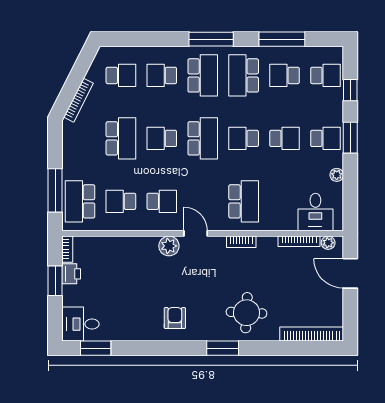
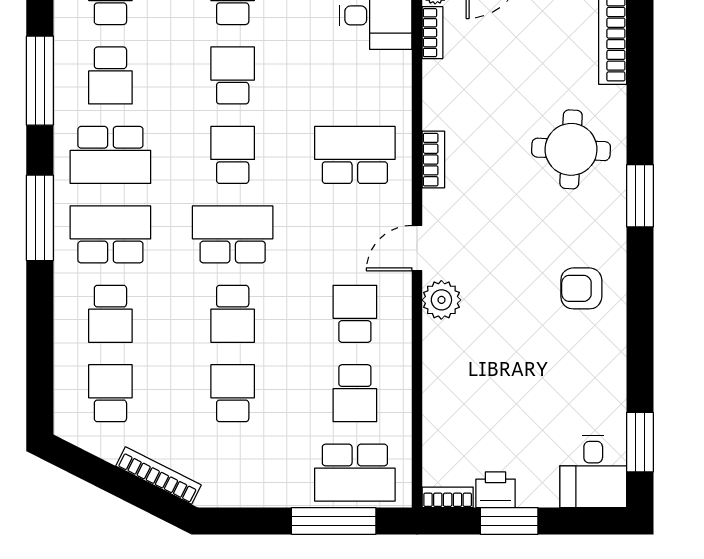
school desk: (121, 138) -> (233, 393), width x0.54
school desk: (244, 138) -> (233, 155), turned 180
bookcase: (299, 241) -> (432, 33), width x0.64

